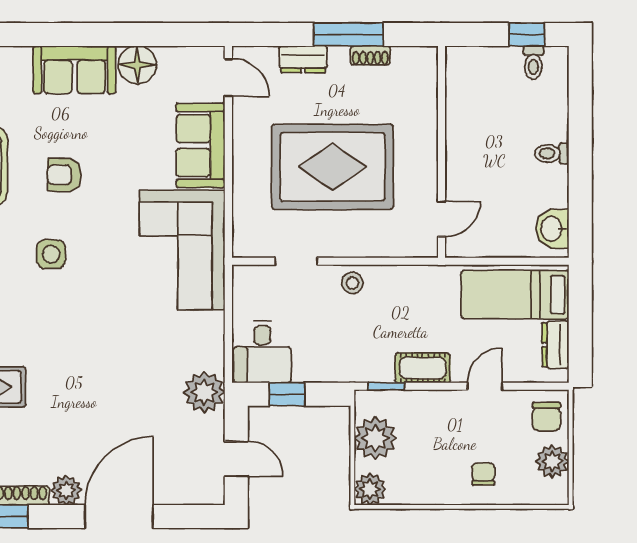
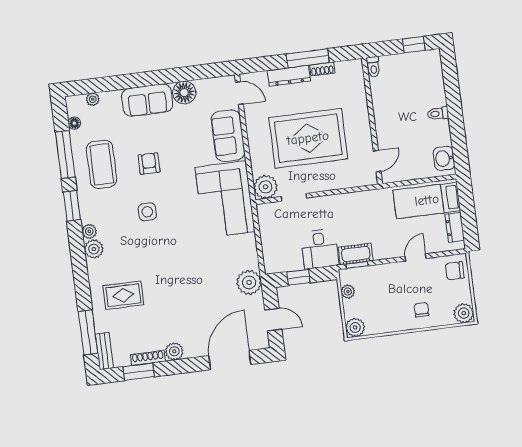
dresser: (303, 59) -> (289, 76), width x1.44
toilet: (533, 62) -> (373, 67), moved
armchair: (64, 175) -> (149, 164), turned 90
plant: (252, 238) -> (266, 187), added
stool: (352, 283) -> (329, 206), removed
desk: (262, 352) -> (320, 249), moved
cot: (423, 368) -> (356, 254), moved
chair: (546, 417) -> (455, 271), turned 90
plant: (375, 438) -> (348, 292), width x0.53, depth x0.53
plant: (552, 461) -> (464, 313), moved
door: (119, 516) -> (230, 360), moved

